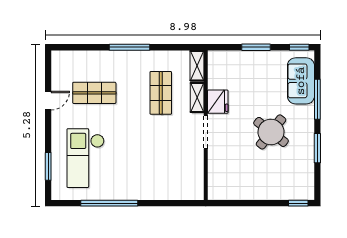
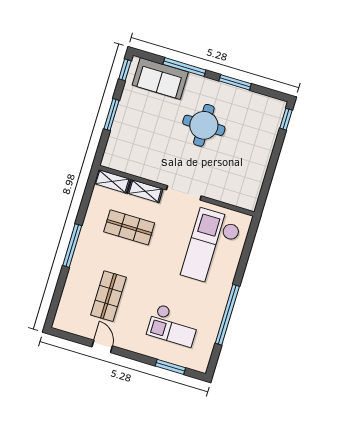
fridge: (218, 102) -> (156, 171), removed
round table: (271, 132) -> (204, 125), turned -38
checkout: (86, 158) -> (173, 325), width x0.73, depth x0.83
checkout: (165, 171) -> (211, 247), added

